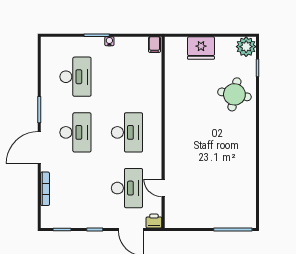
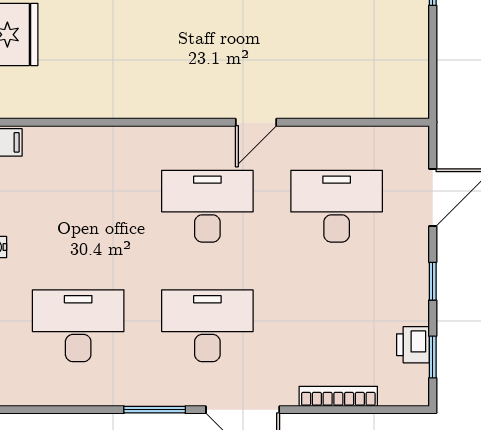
door: (163, 188) -> (256, 122), moved
printer: (154, 221) -> (413, 345), moved

